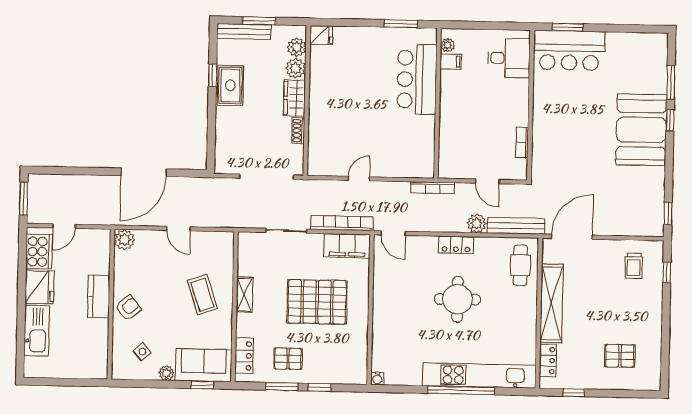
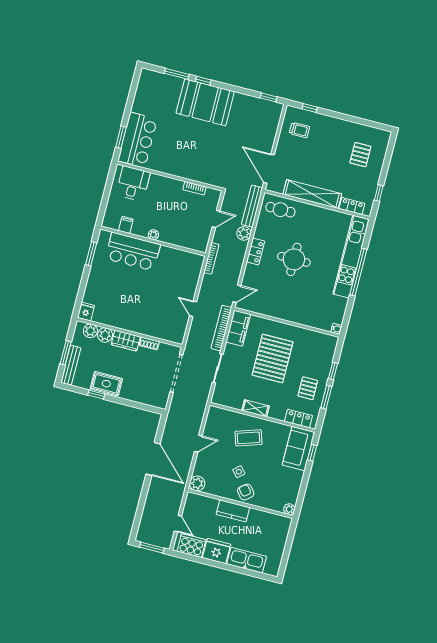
plant: (448, 45) -> (153, 235), moved
side table: (142, 352) -> (239, 472), moved
plant: (167, 373) -> (289, 509), moved

